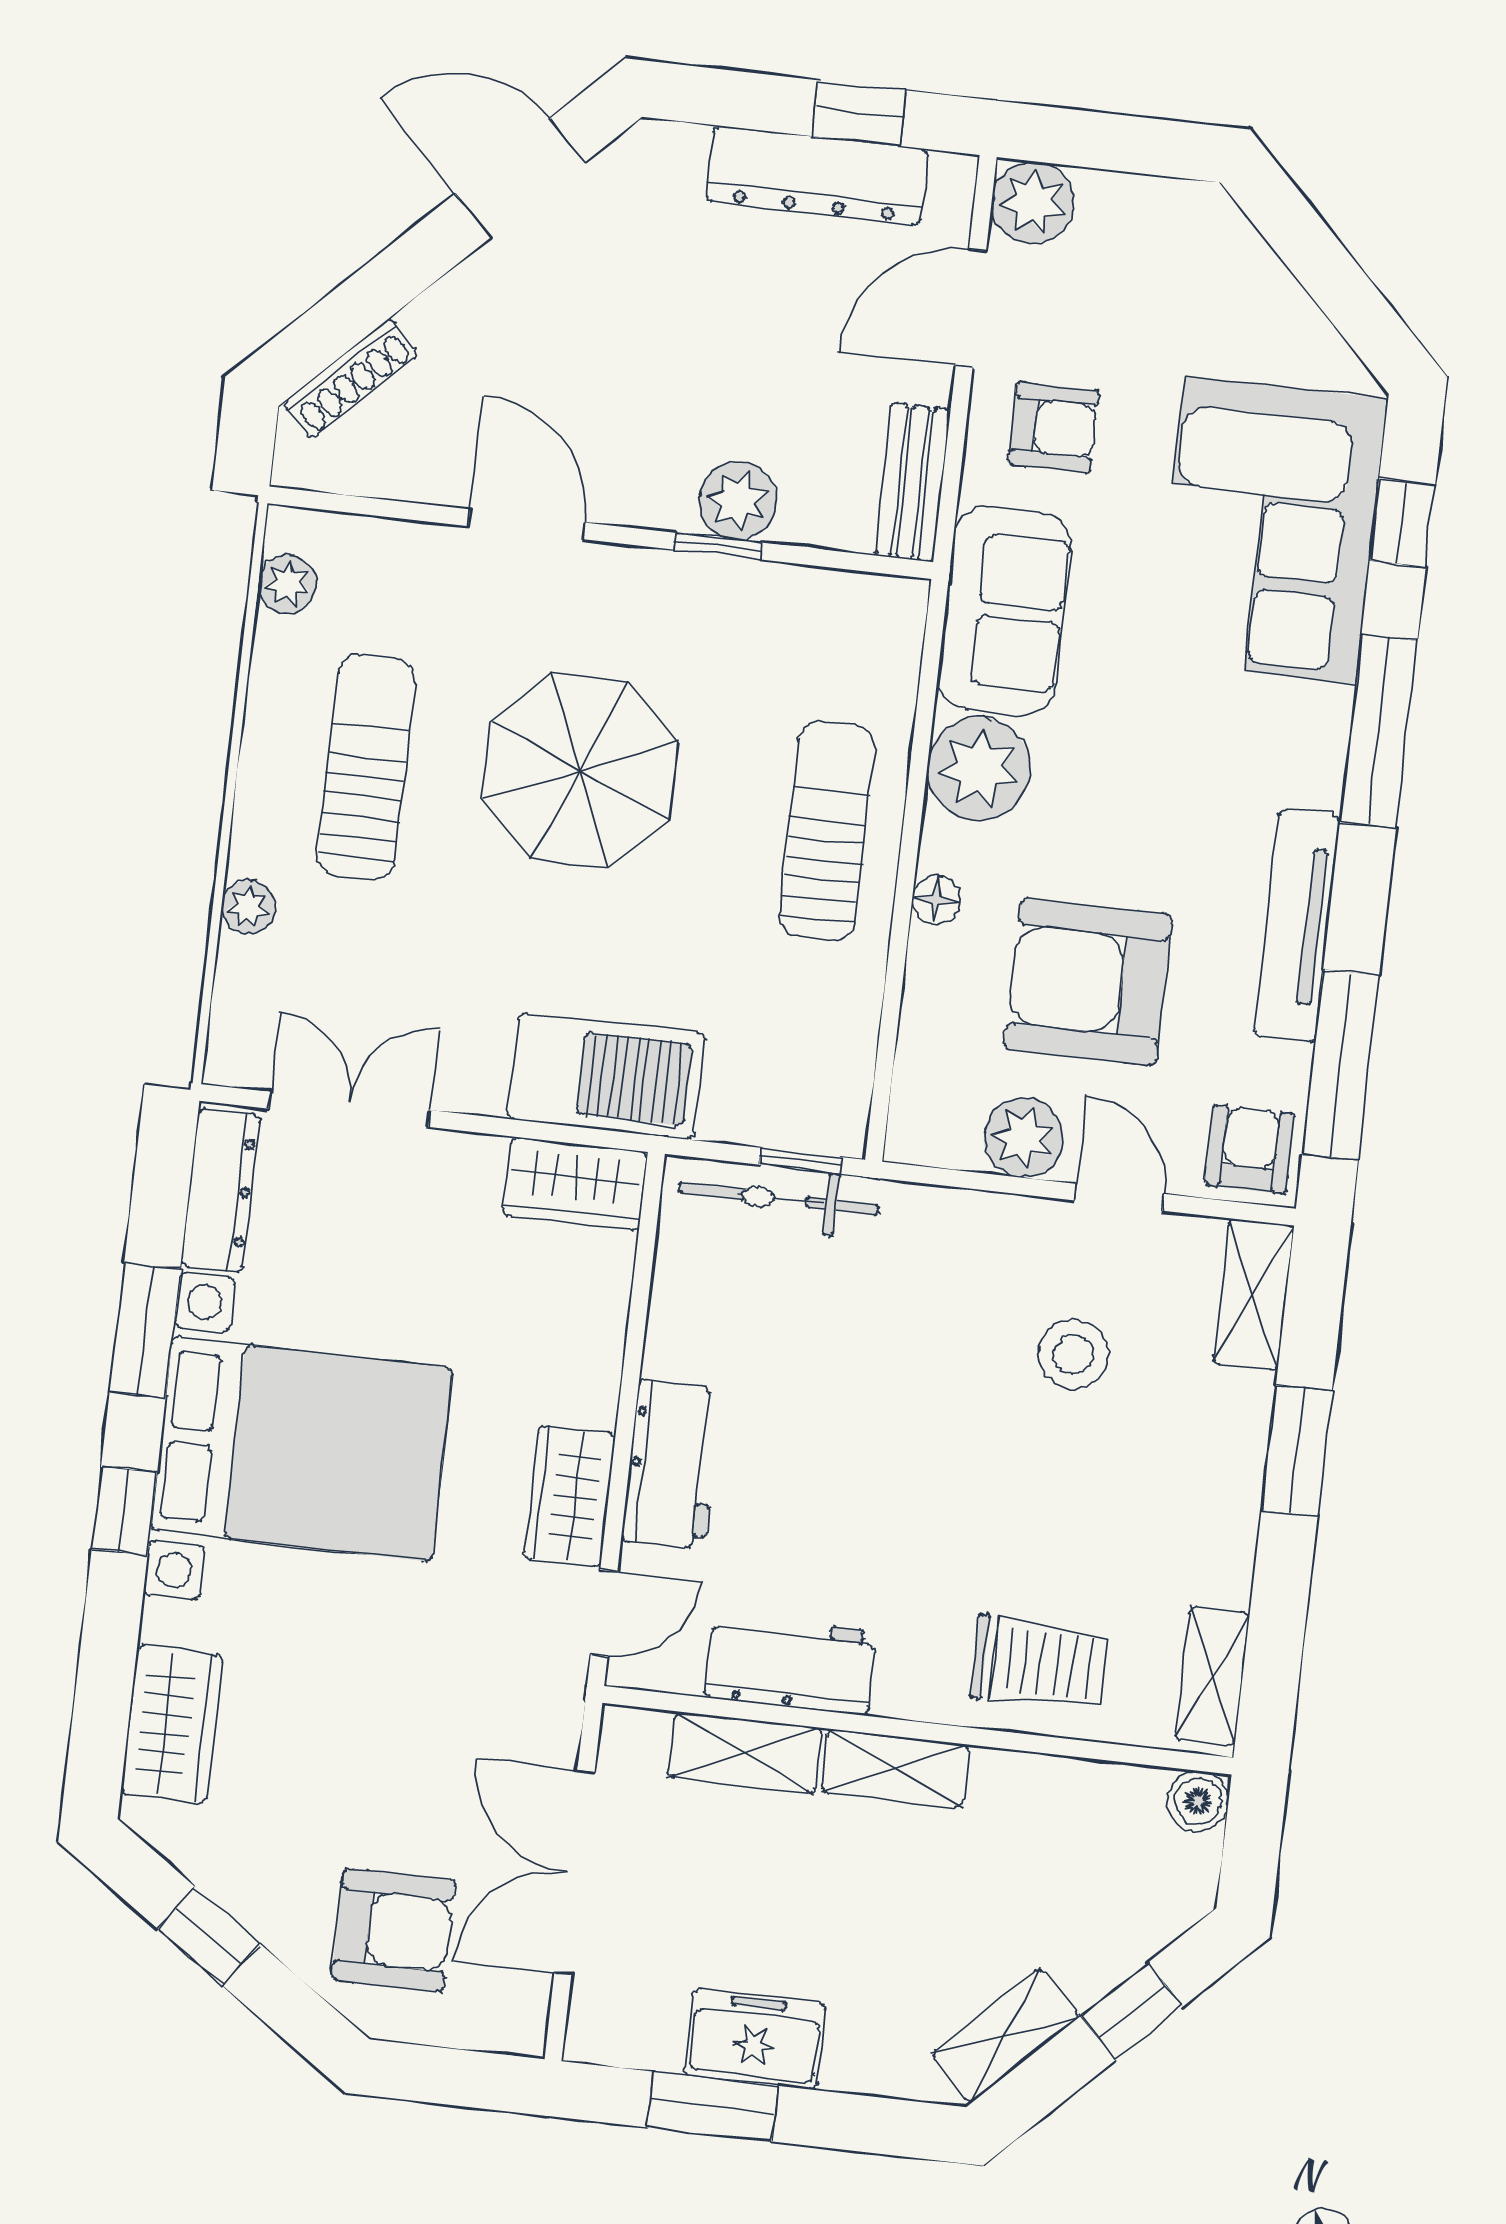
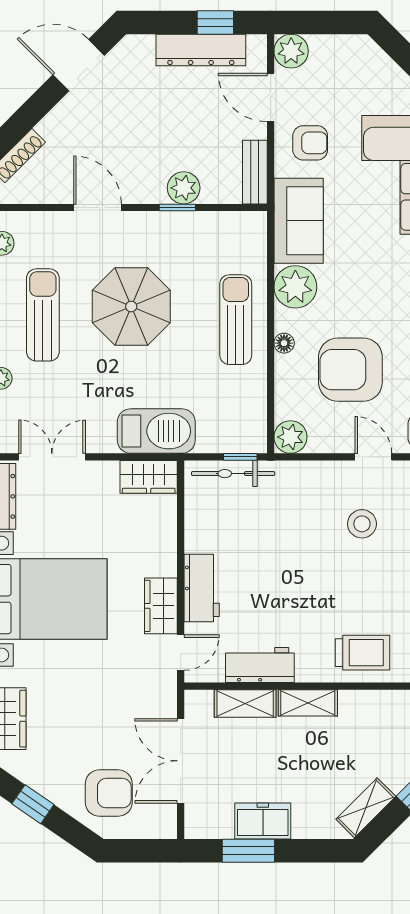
door: (971, 308) -> (271, 98), hinge flipped
plant: (1024, 1138) -> (290, 437), moved

